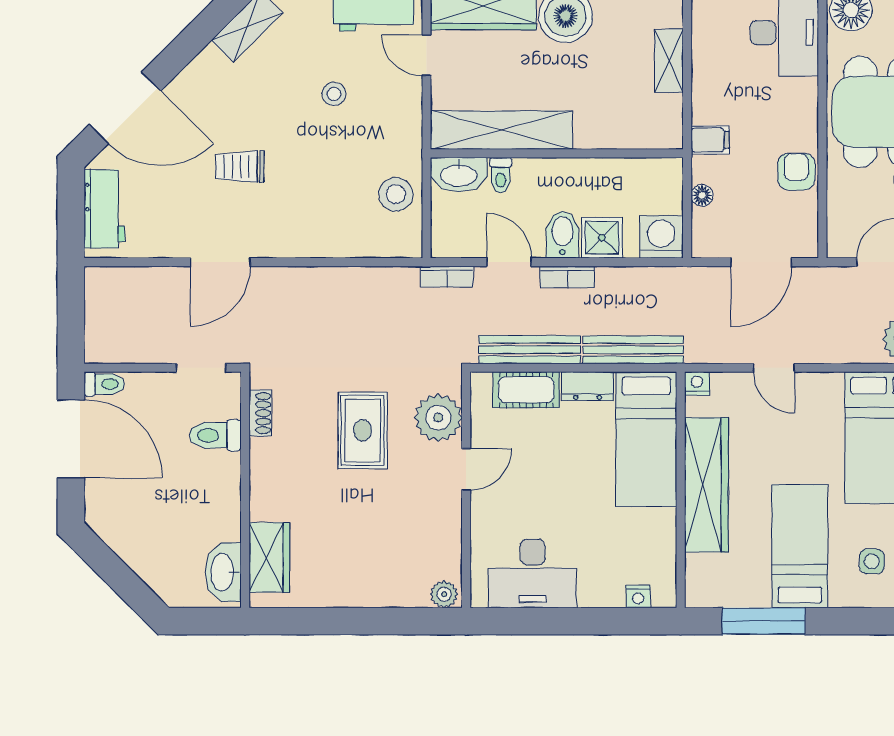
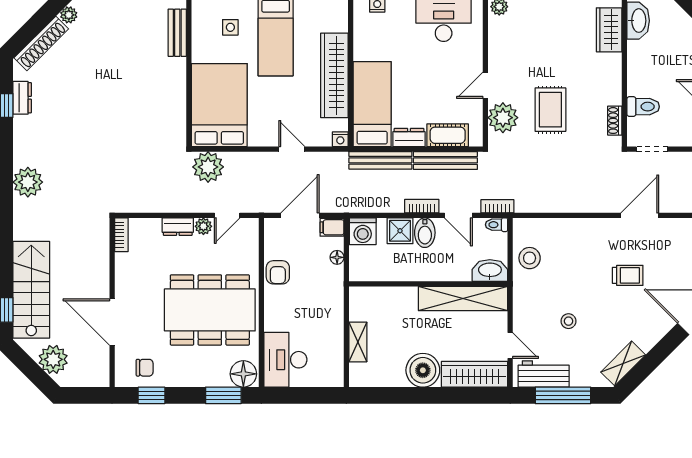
filing cabinet: (710, 140) -> (332, 227), moved
toilet: (501, 175) -> (497, 225), moved, turned -90

